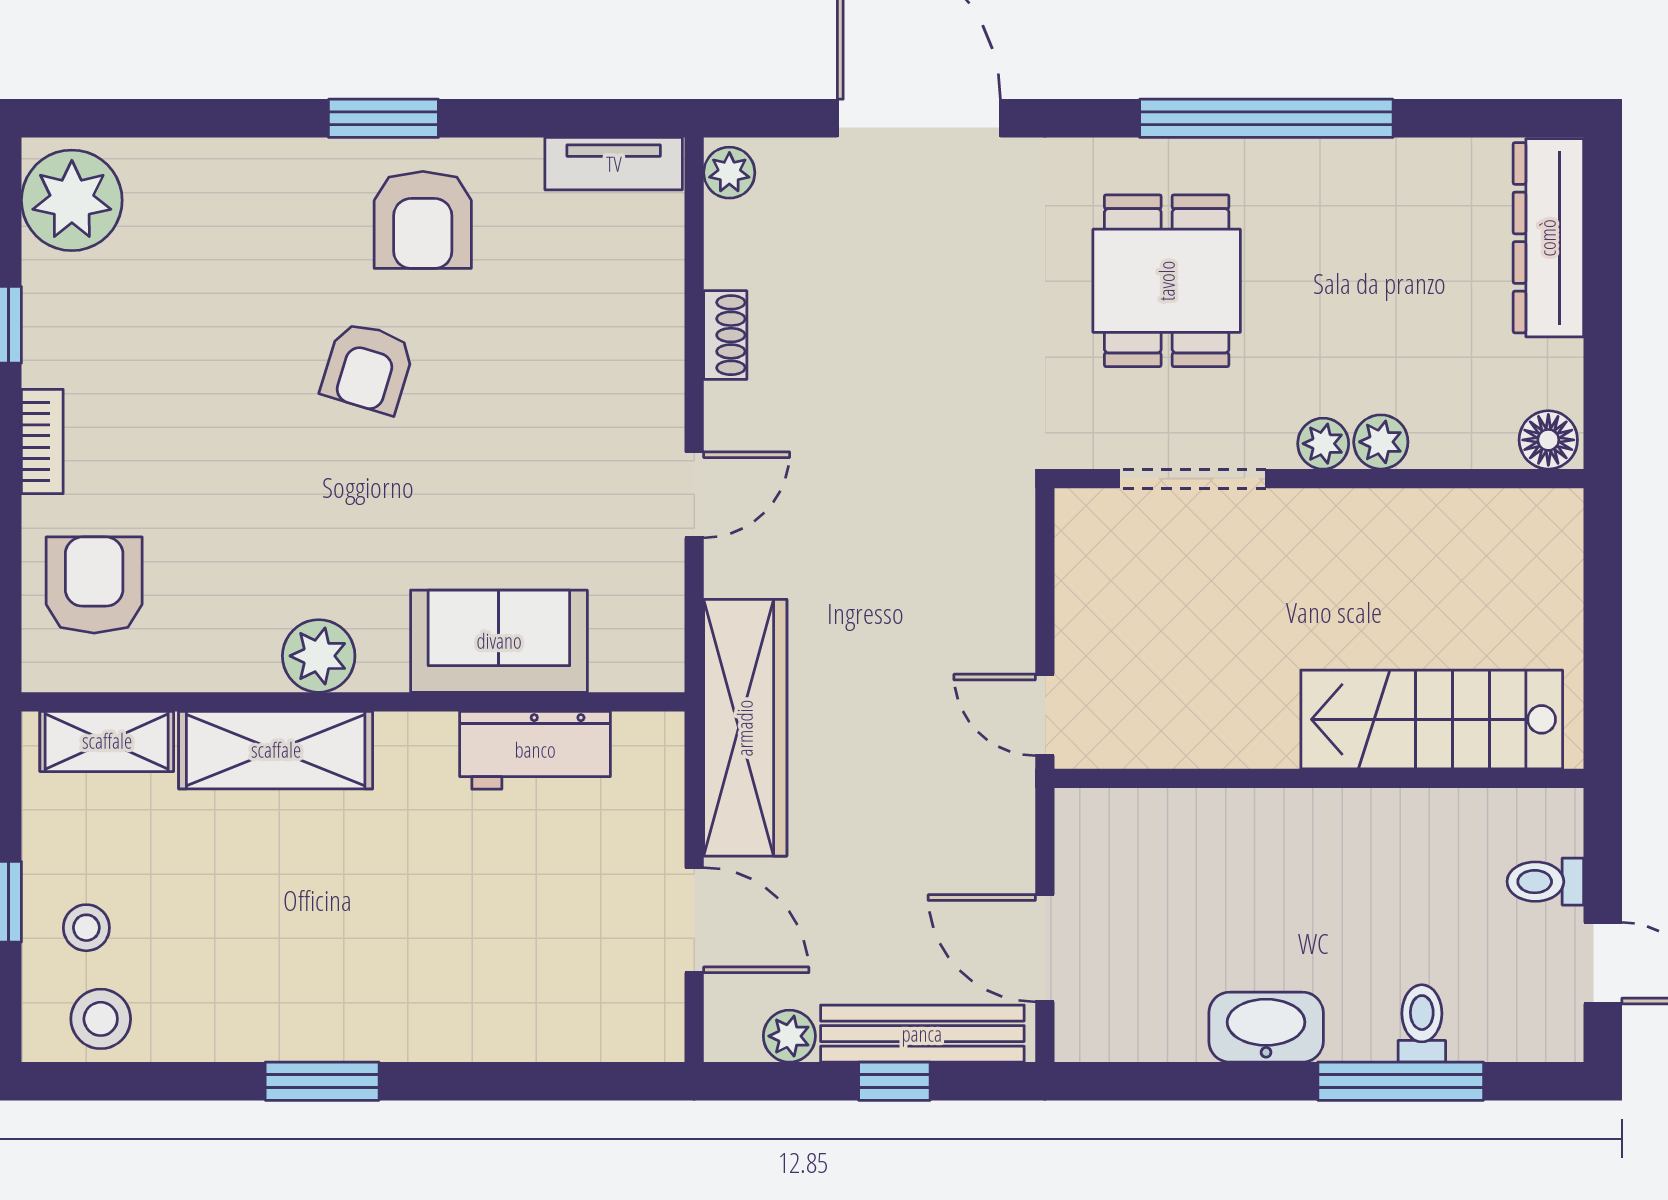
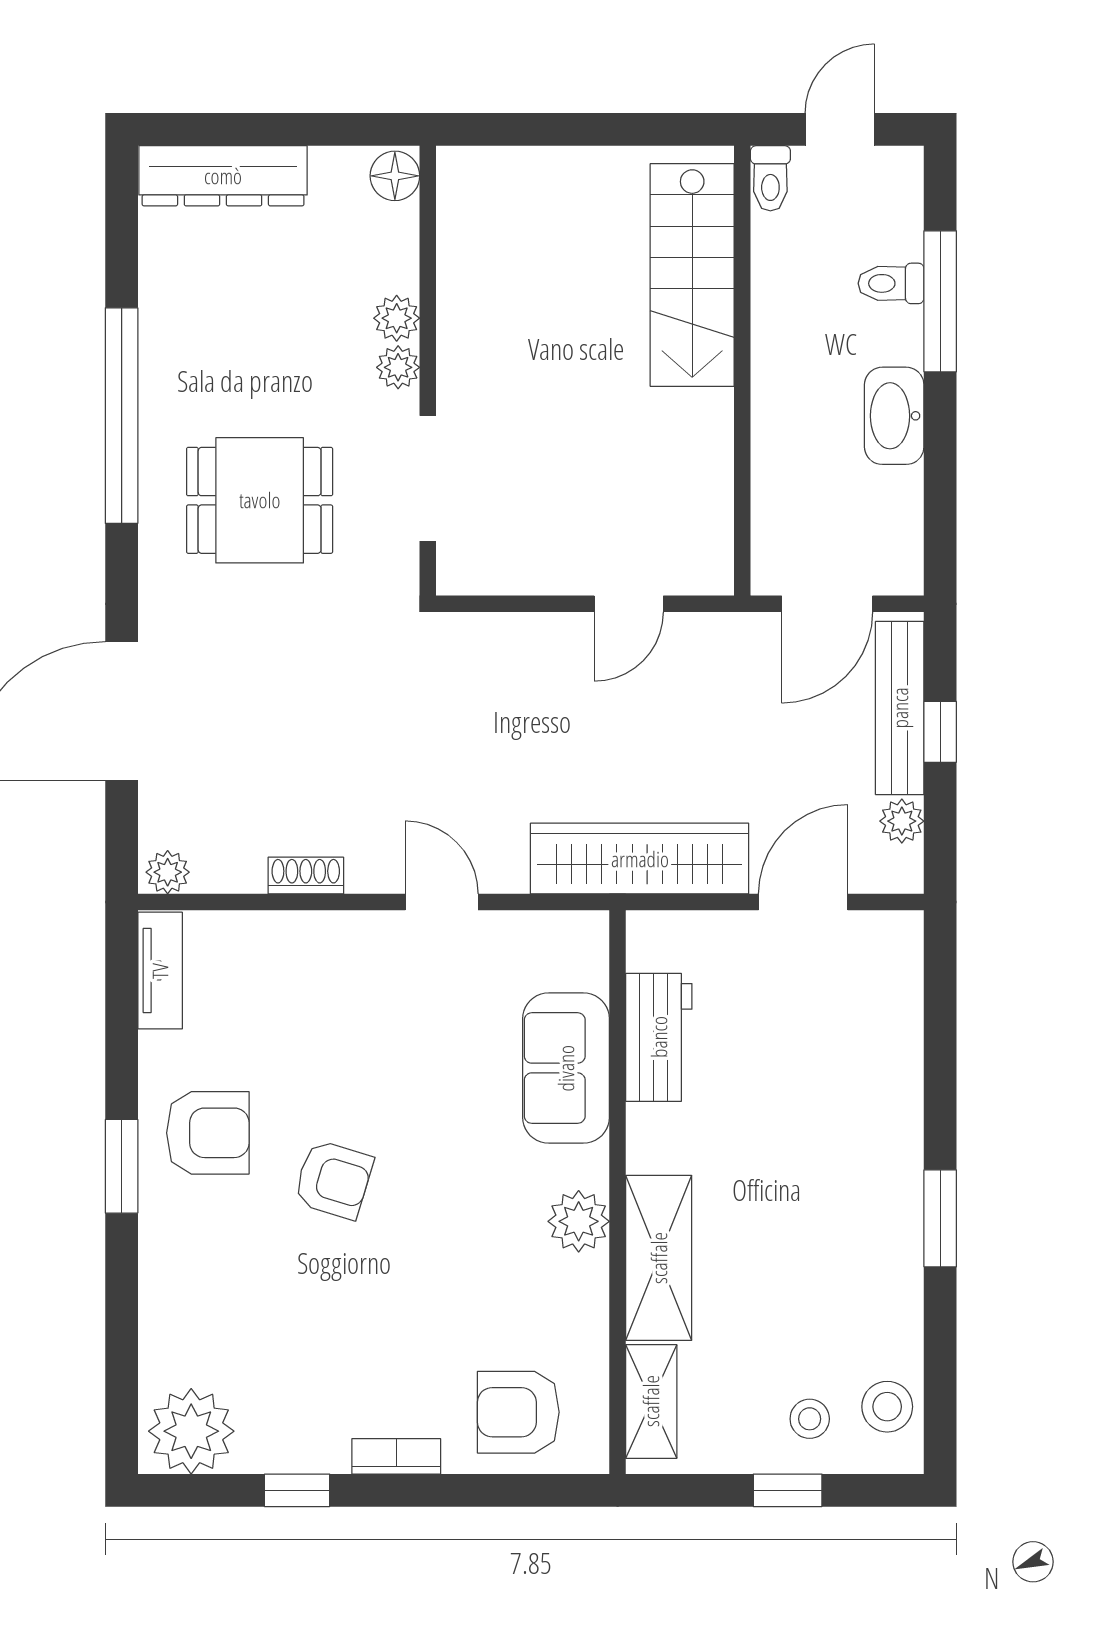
stairs: (1432, 719) -> (692, 275), moved
wall: (1319, 778) -> (742, 371), moved

